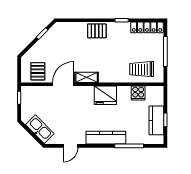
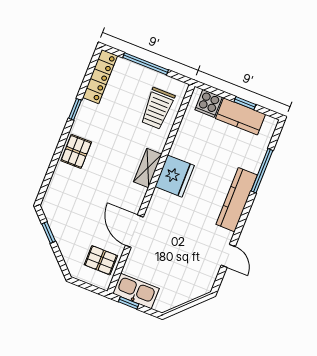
shelving: (87, 77) -> (148, 168), moved
cooker: (138, 93) -> (209, 103), moved, turned 90
kitchen sink: (40, 129) -> (136, 291), moved, turned 45

